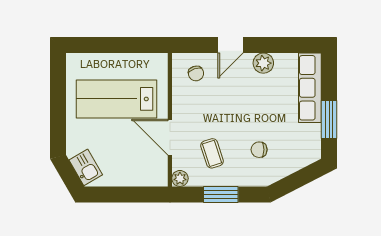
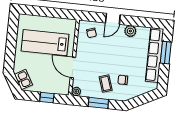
row of seats: (310, 88) -> (155, 55), width x1.36
window: (329, 120) -> (166, 53), moved
coffee table: (212, 153) -> (106, 84), moved
window: (130, 194) -> (47, 98), added

